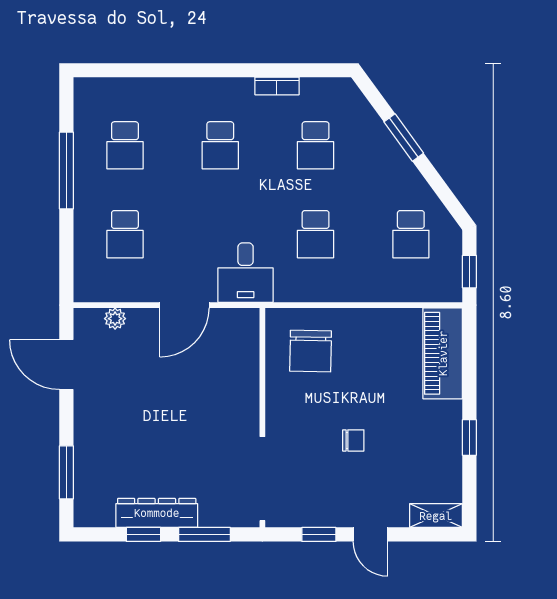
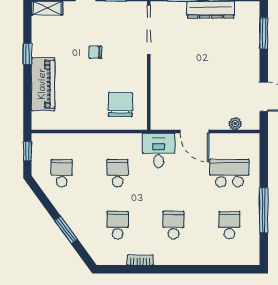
school desk: (125, 234) -> (229, 173), width x1.85
door: (184, 305) -> (194, 132), swing flipped
piano: (443, 353) -> (43, 84), moved

